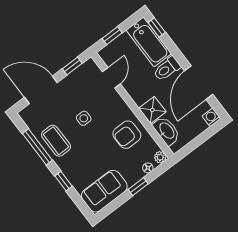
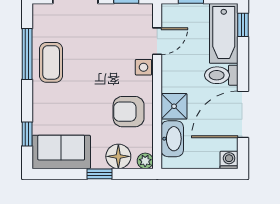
side table: (84, 118) -> (143, 67), moved
floor lamp: (148, 168) -> (118, 156), width x1.89, depth x1.89
window: (64, 181) -> (27, 134), moved

